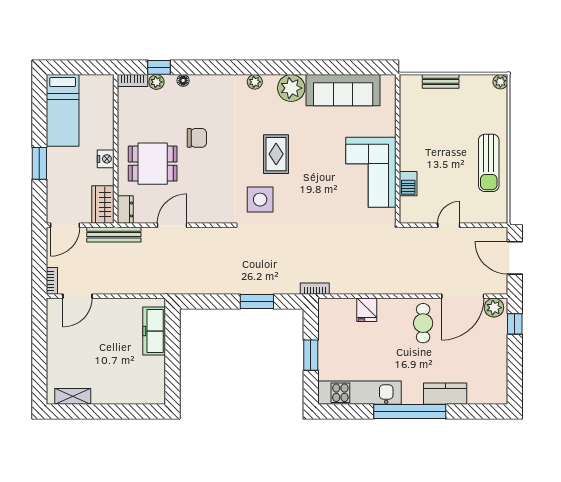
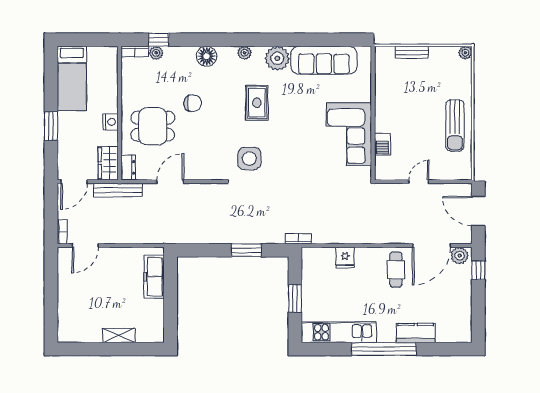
floor lamp: (183, 80) -> (207, 56), moved, width x1.89, depth x1.89
rug: (276, 154) -> (257, 103), moved
shelving: (73, 396) -> (119, 335), moved

